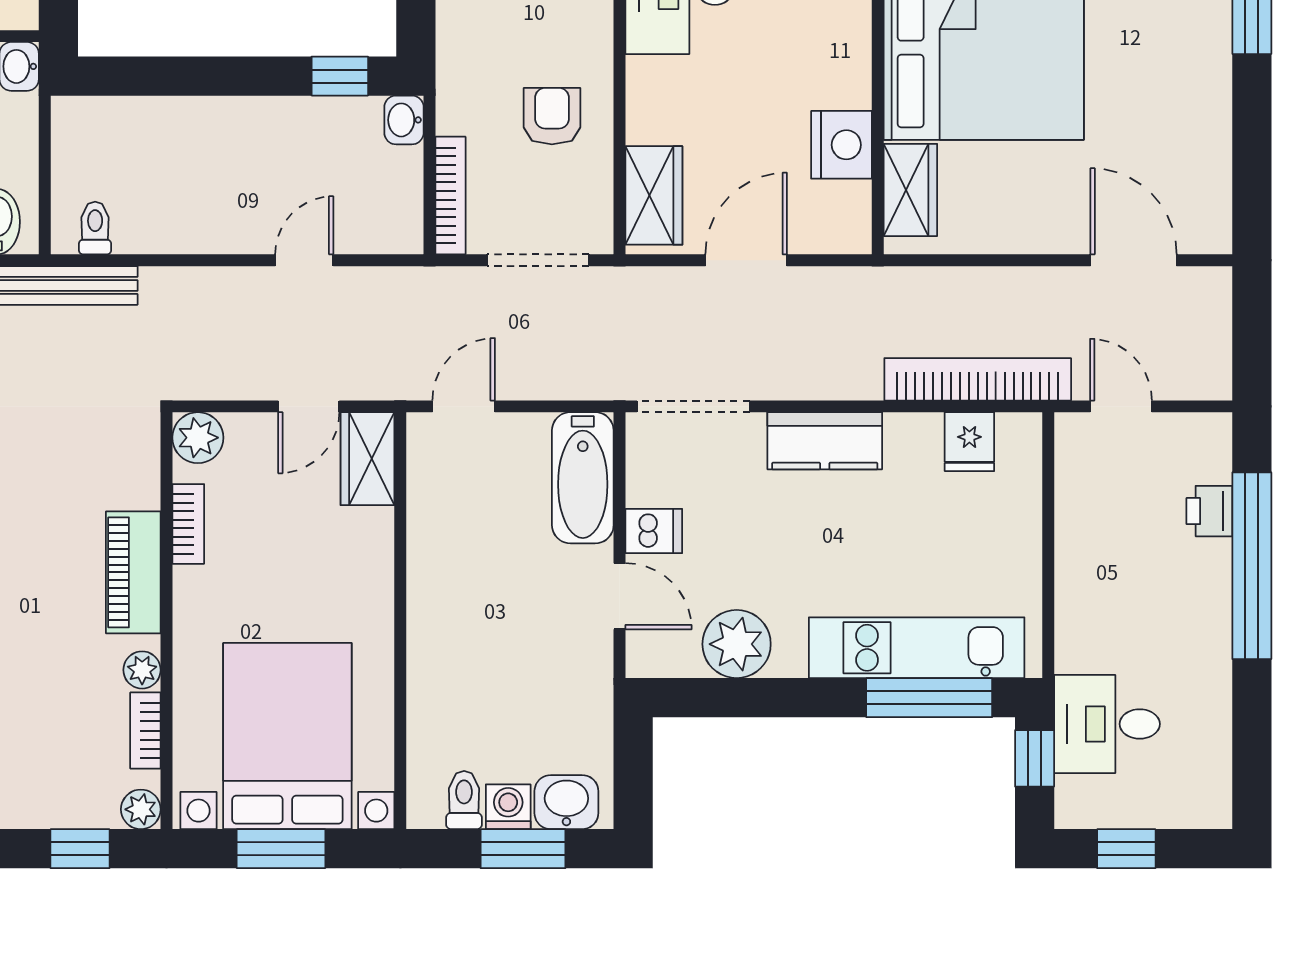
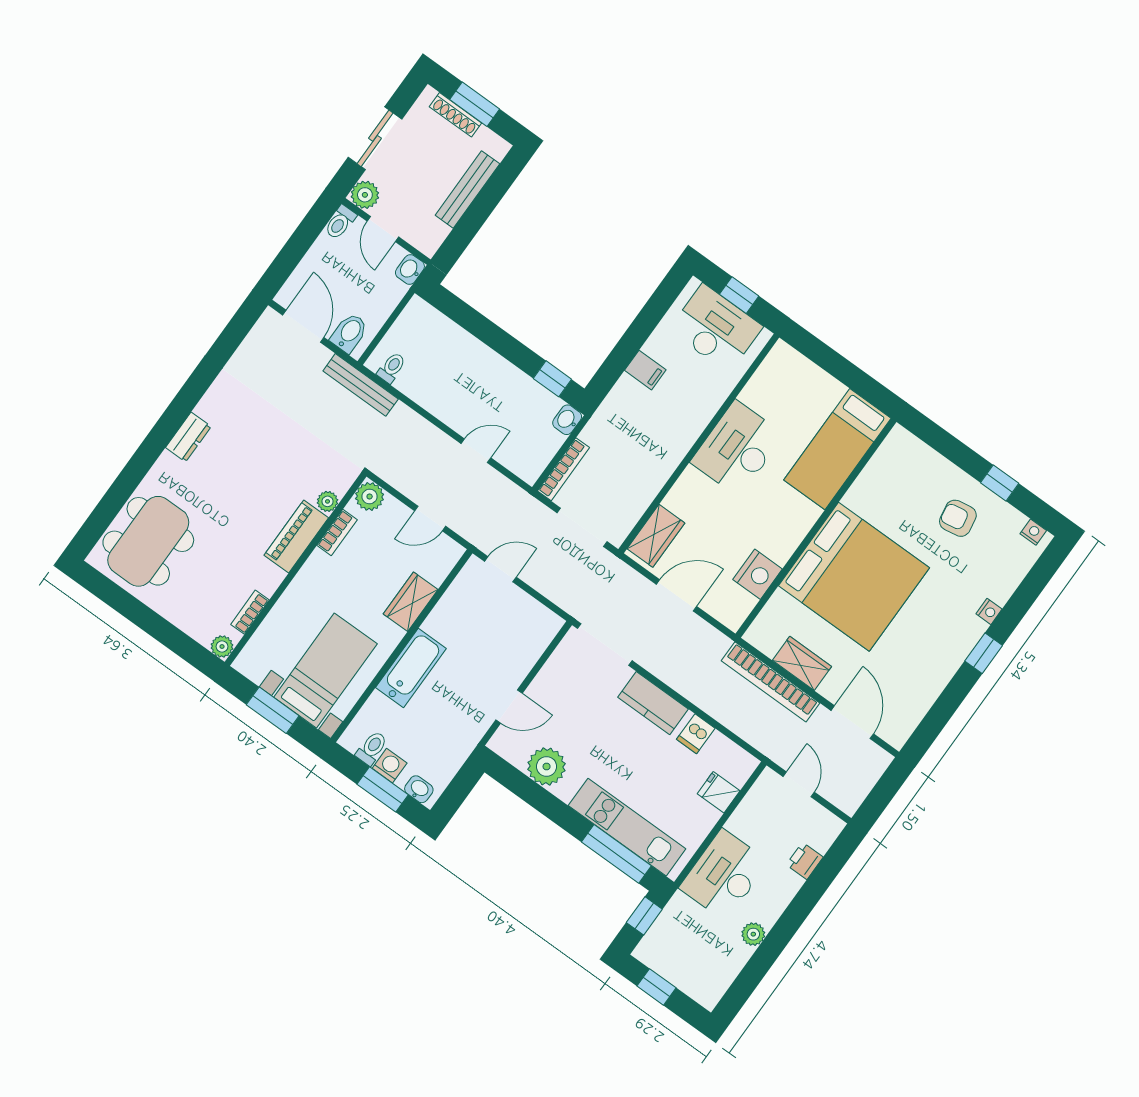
armchair: (552, 116) -> (636, 466), removed
wardrobe: (910, 190) -> (802, 663), moved, turned -90
bookcase: (978, 379) -> (770, 682), moved, turned 180
fridge: (969, 442) -> (719, 792), moved, turned 90
wardrobe: (367, 459) -> (411, 602), moved
bathtub: (583, 478) -> (411, 668), moved, turned 180
dishwasher: (654, 531) -> (696, 734), moved, turned 90
window: (1252, 566) -> (806, 900), removed
door: (620, 596) -> (509, 706), hinge flipped
plant: (142, 670) -> (328, 501), moved
plant: (1211, 671) -> (753, 934), added
desk: (1107, 724) -> (724, 875), moved, width x1.37
bed with nightstands: (287, 736) -> (325, 671), width x0.73
washbasin: (566, 802) -> (419, 789), width x0.72, depth x0.69
window: (80, 849) -> (182, 644), removed

